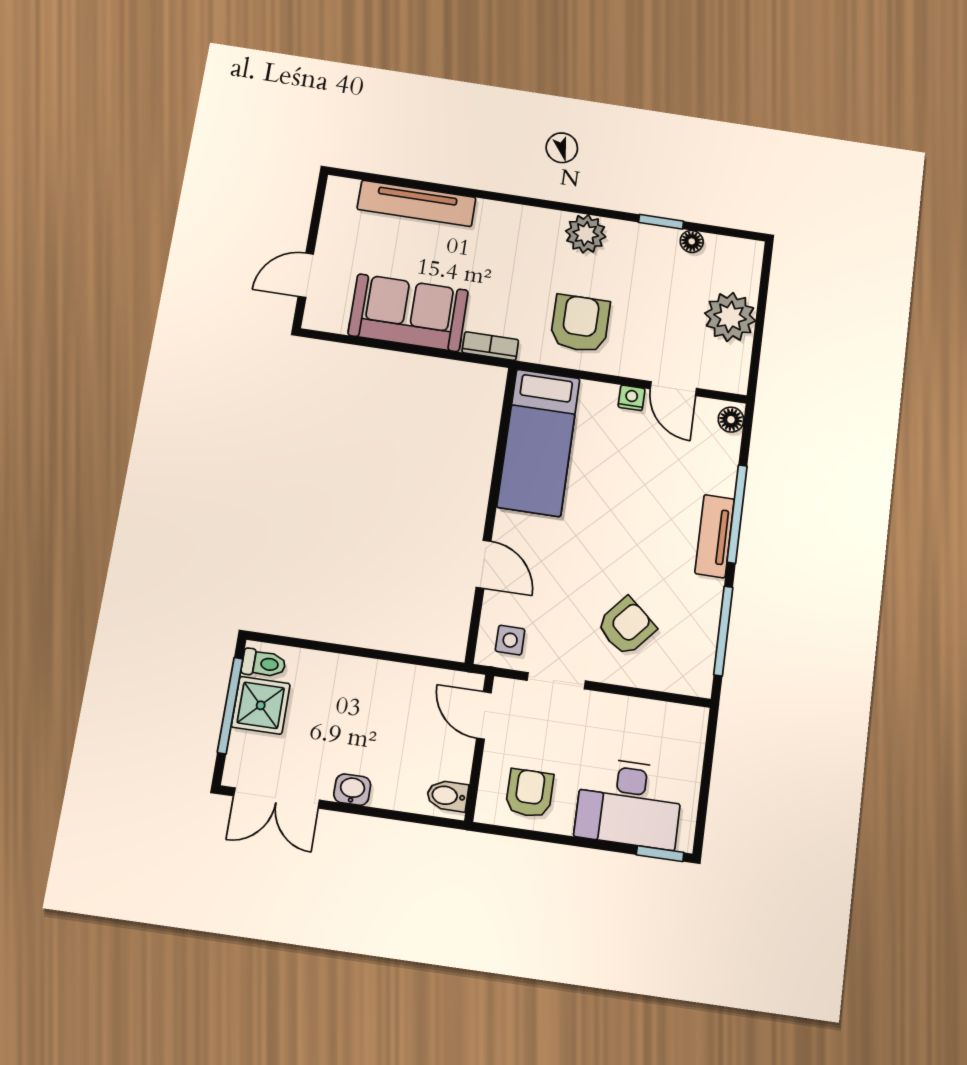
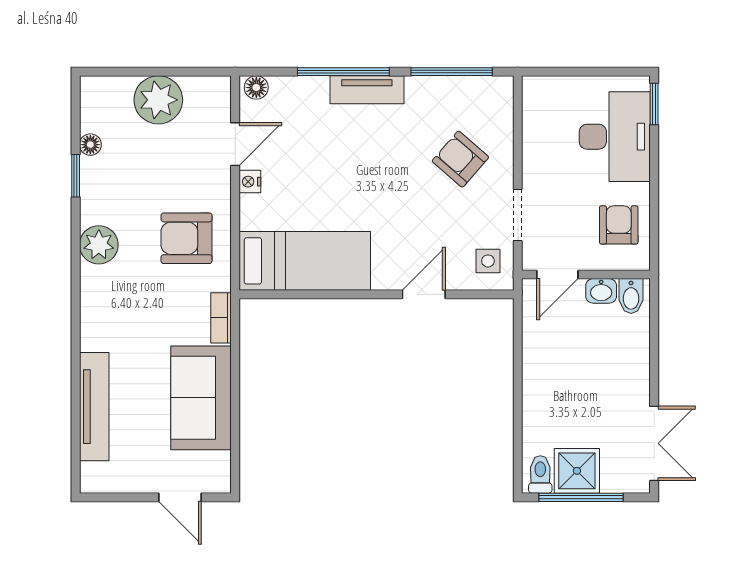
washbasin: (352, 790) -> (601, 291), moved, turned -90
armchair: (530, 793) -> (619, 225), turned 90

